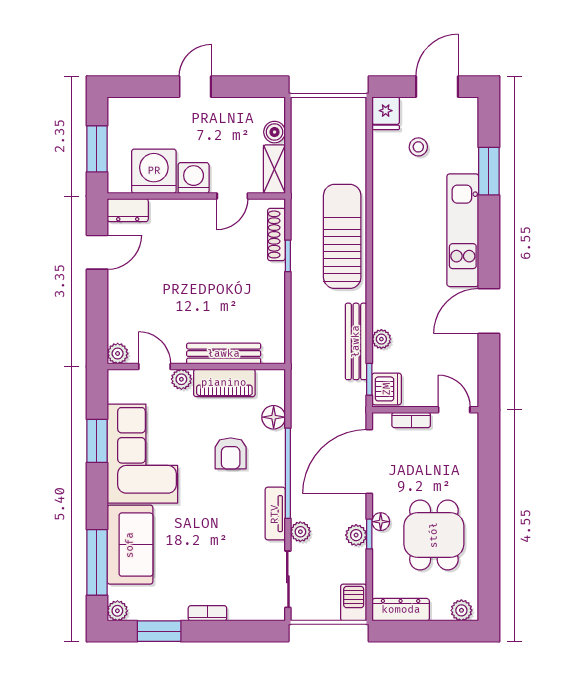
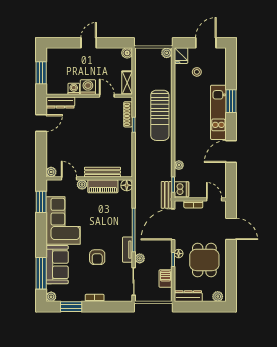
boiler: (275, 132) -> (127, 53), moved
washing machine: (154, 171) -> (74, 89), width x0.53, depth x0.53
window: (489, 171) -> (231, 101), moved
door: (232, 196) -> (107, 96), swing flipped
dresser: (128, 210) -> (60, 103), width x1.44
sun lounger: (342, 236) -> (160, 115), turned 180
bench: (356, 341) -> (167, 195), moved, width x0.73
floor lamp: (274, 417) -> (127, 185), moved
window: (97, 441) -> (41, 202), moved
armchair: (231, 453) -> (97, 257), moved
door: (489, 471) -> (231, 229), added
plant: (356, 535) -> (167, 53), moved
barbecue: (354, 603) -> (165, 279), moved

